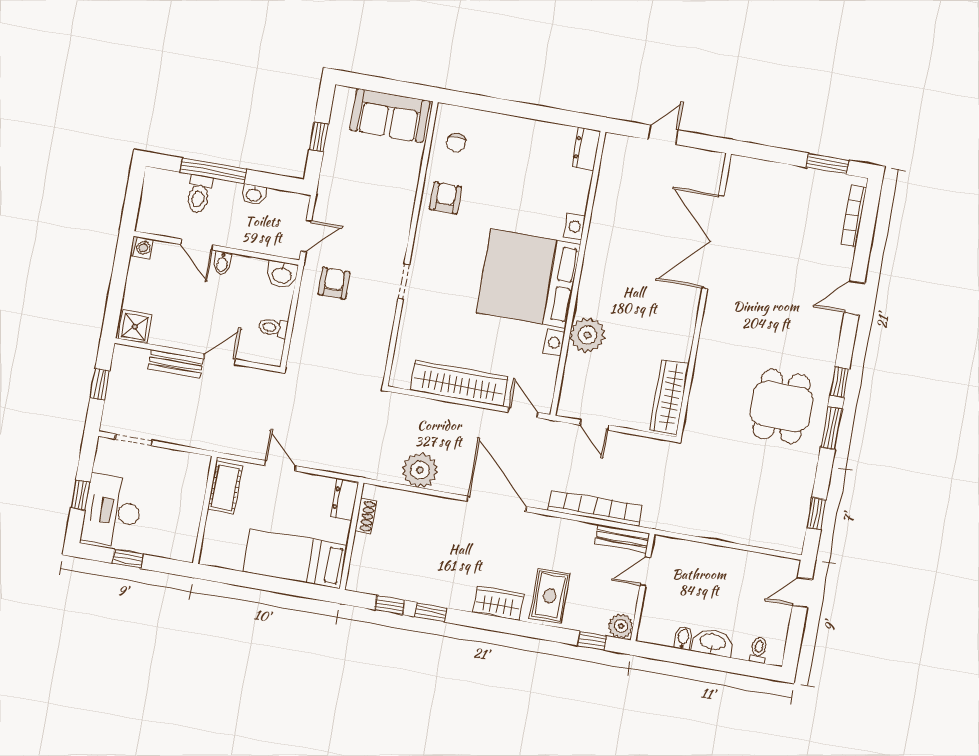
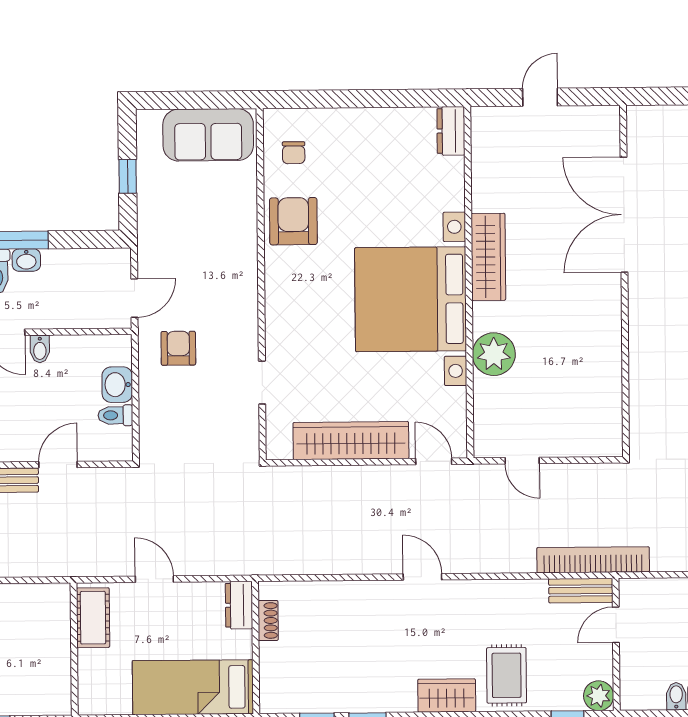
washbasin: (254, 194) -> (26, 260), moved
armchair: (446, 198) -> (293, 221), width x1.38, depth x1.38
washbasin: (282, 275) -> (117, 385), moved, turned 90
doorway: (404, 281) -> (262, 382), moved
wardrobe: (669, 397) -> (488, 257), moved, turned 180
plant: (420, 470) -> (323, 554), removed
door: (497, 504) -> (422, 577), width x0.53
bookcase: (595, 508) -> (593, 560), moved

